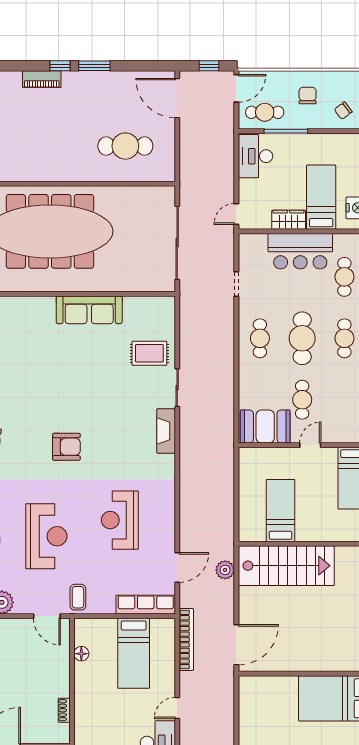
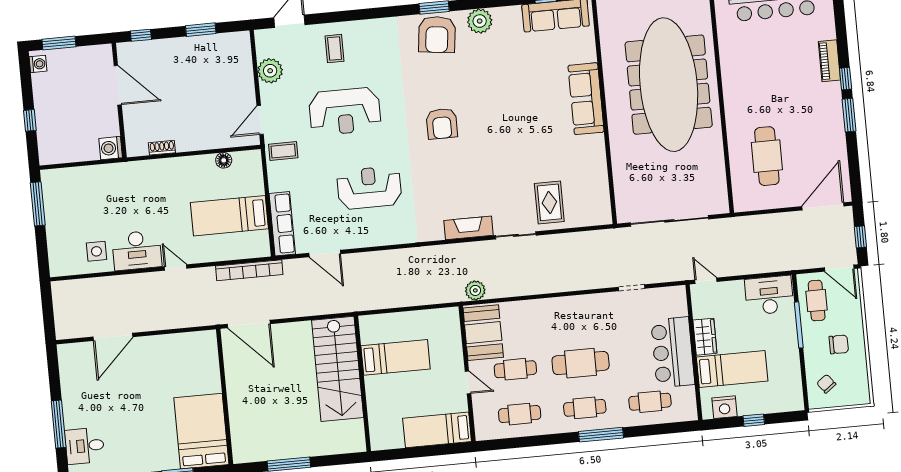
sofa: (89, 310) -> (586, 99), moved
cafe table: (260, 338) -> (520, 414), moved
plant: (225, 570) -> (475, 290), moved

